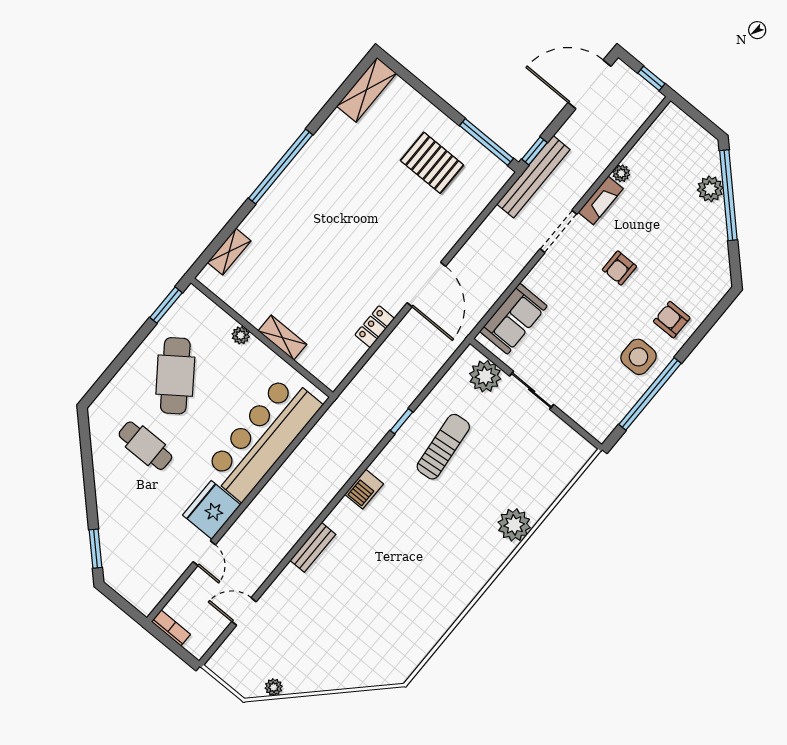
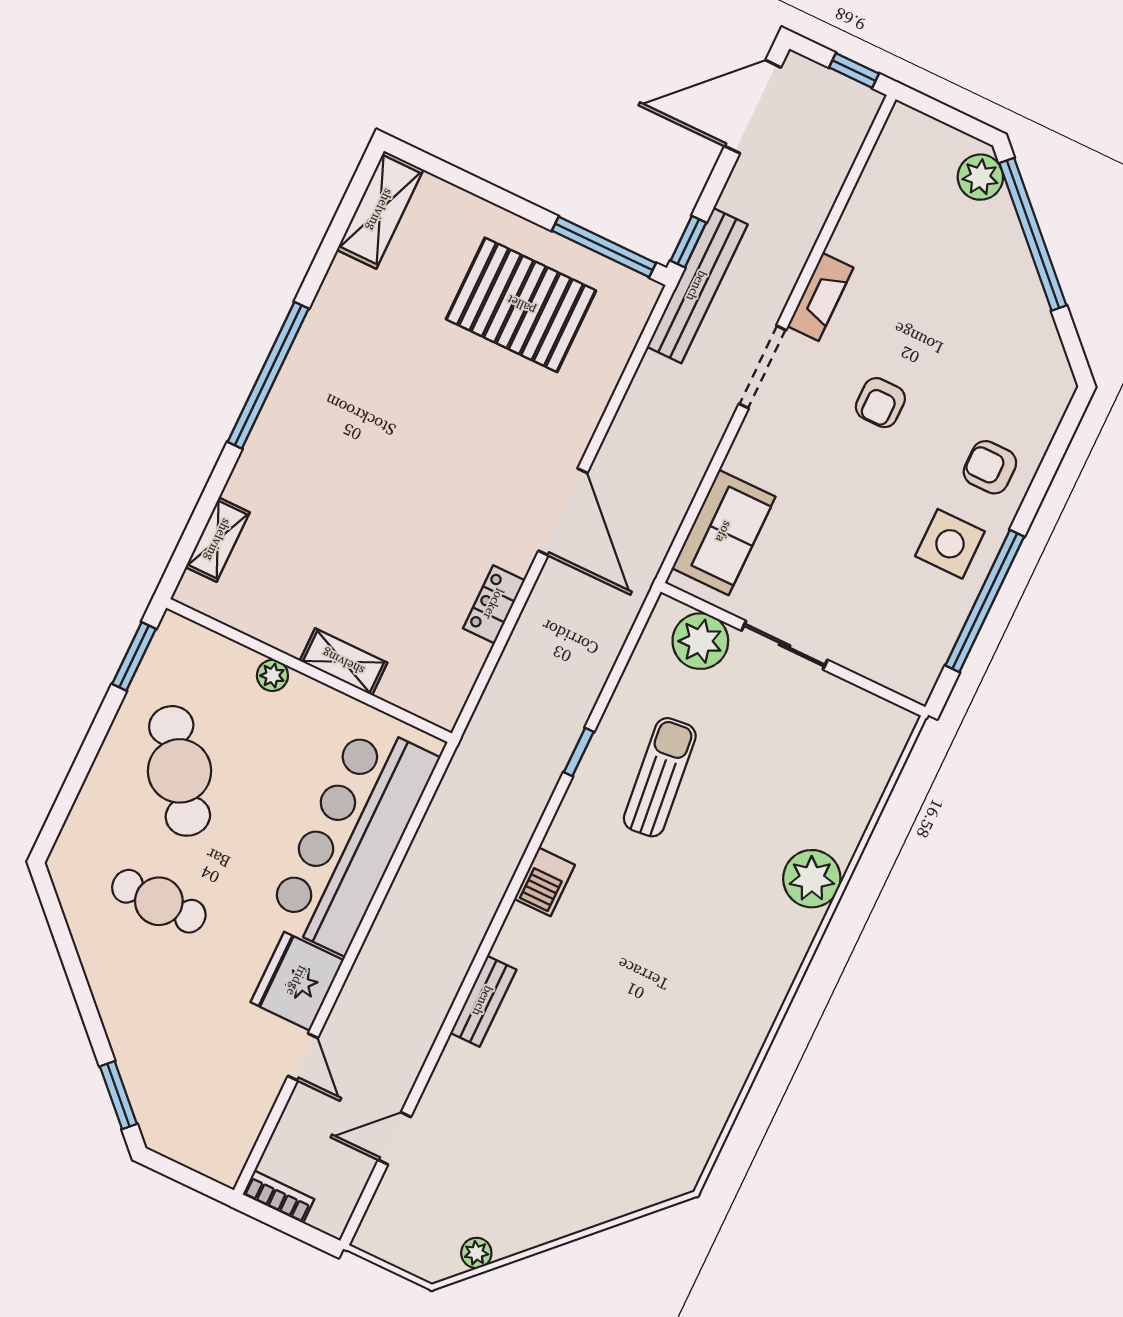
pallet: (432, 163) -> (521, 305), width x1.37, depth x1.41
plant: (621, 173) -> (844, 243), removed
plant: (710, 189) -> (980, 177), moved

